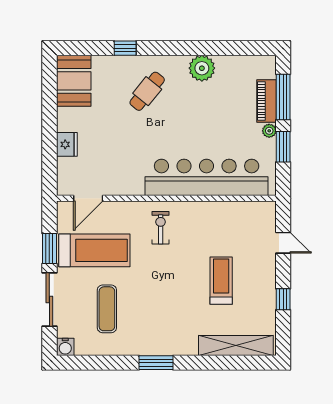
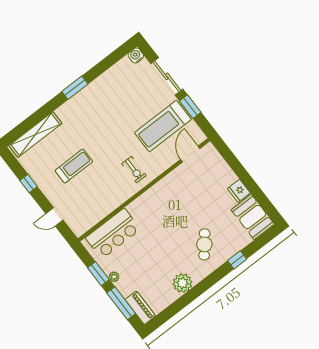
piano: (267, 101) -> (140, 308), moved
fridge: (67, 144) -> (239, 191), moved
bar counter: (207, 177) -> (113, 233), width x0.54
treadmill: (221, 281) -> (74, 166), turned -90
exercise mat: (107, 309) -> (129, 97), removed

